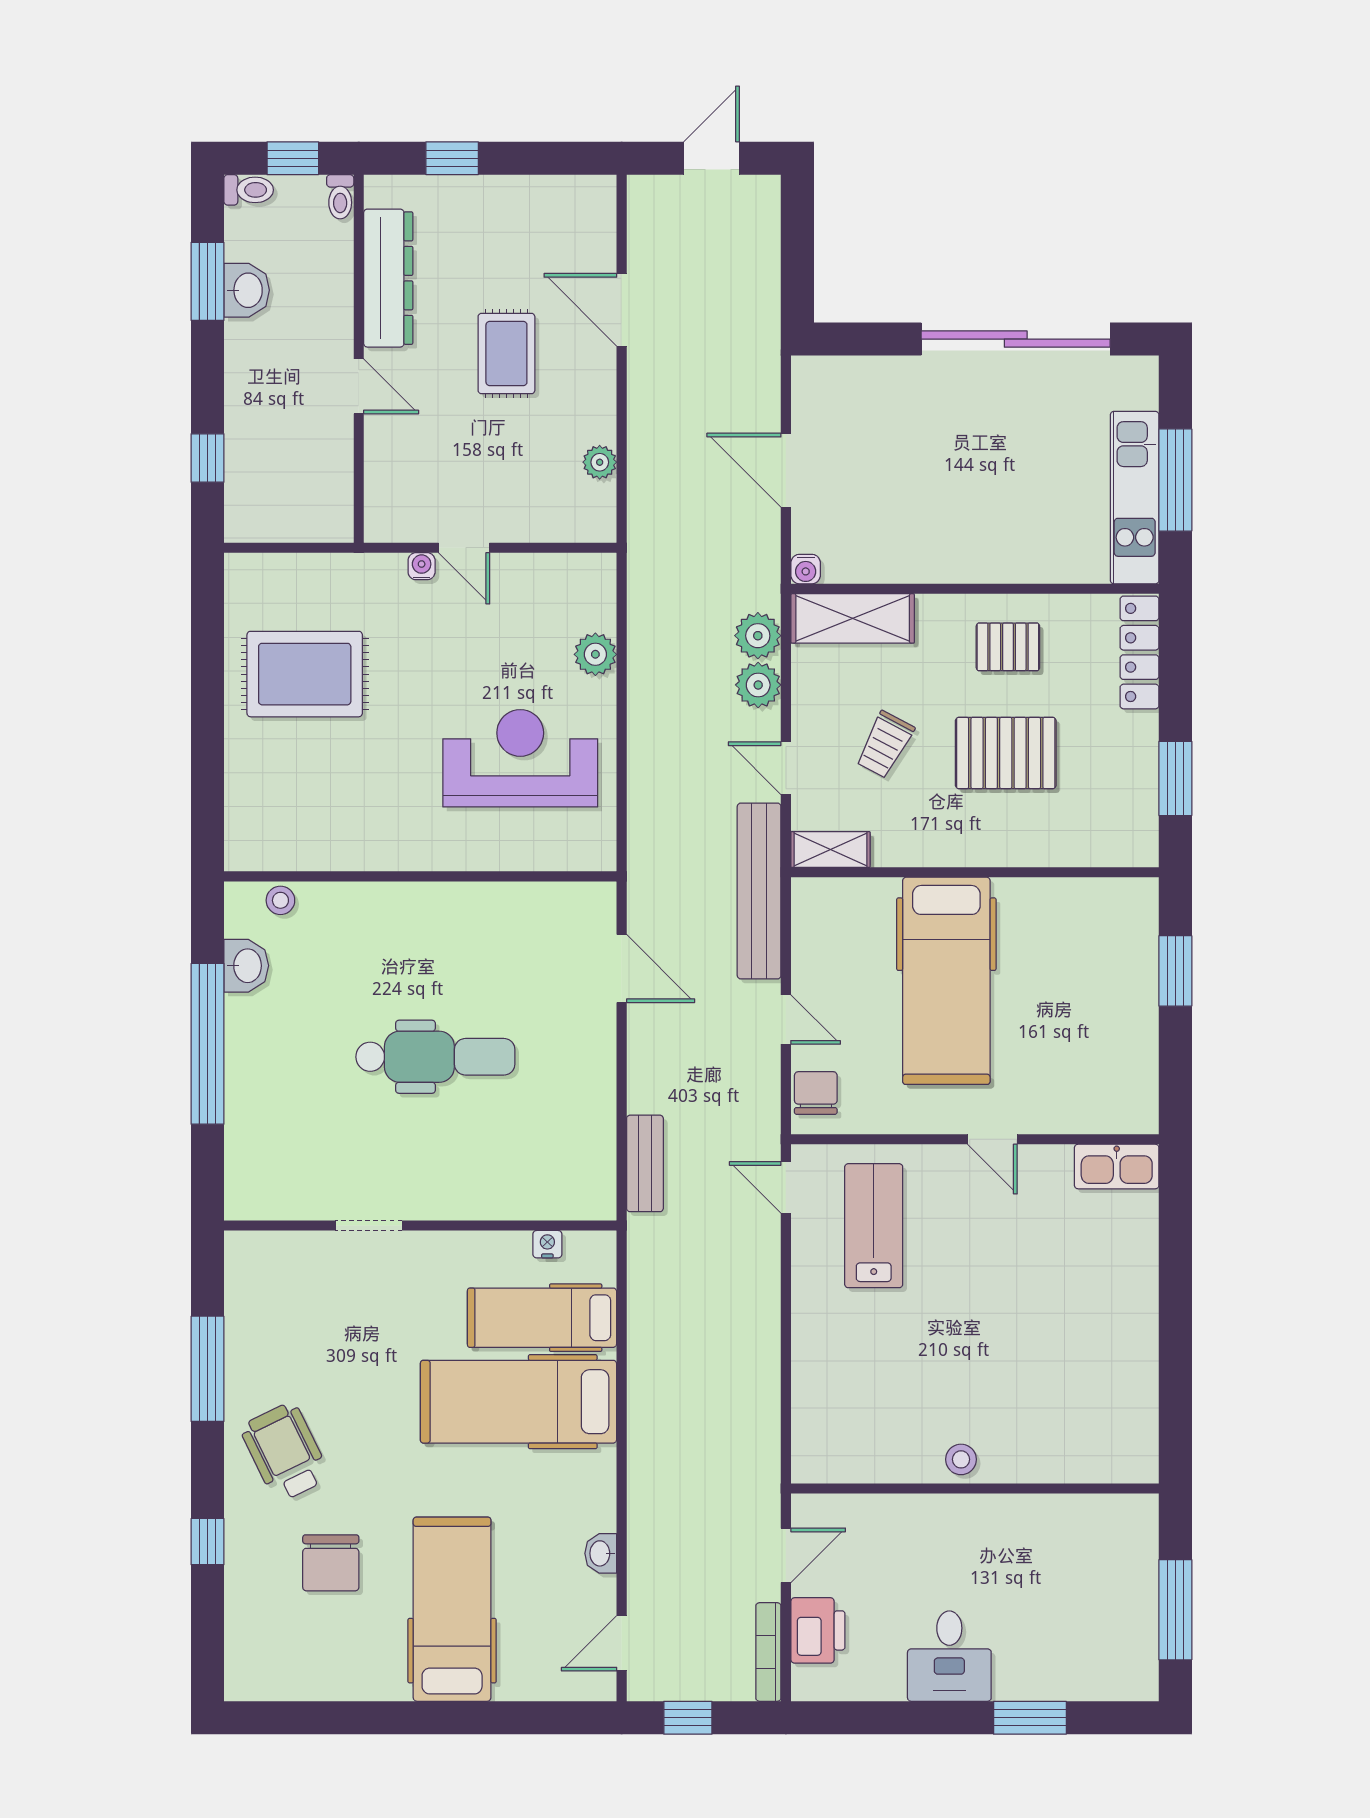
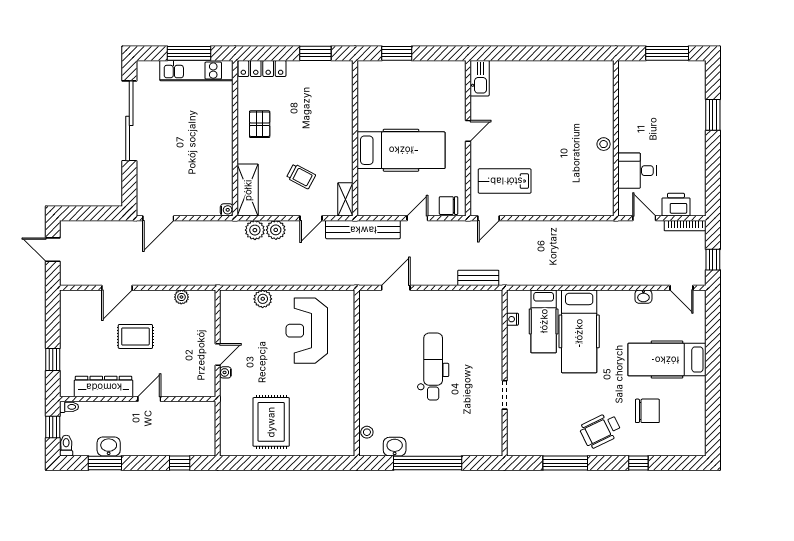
door: (786, 470) -> (158, 218), moved
pallet: (1006, 753) -> (305, 125), removed
desk: (949, 1656) -> (637, 171), moved, turned 180

